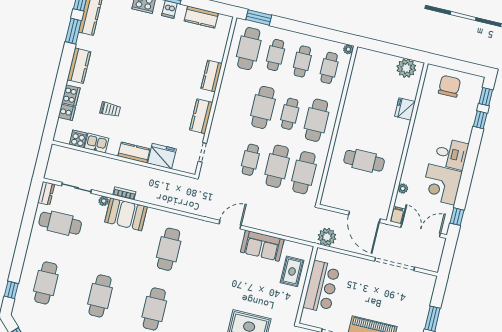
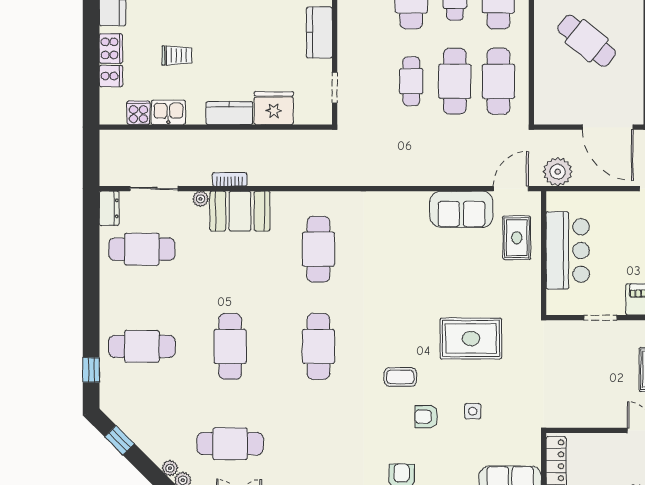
cafe table: (364, 161) -> (587, 41), turned 39
door: (230, 225) -> (511, 189), moved
cafe table: (46, 283) -> (142, 346), turned 90

